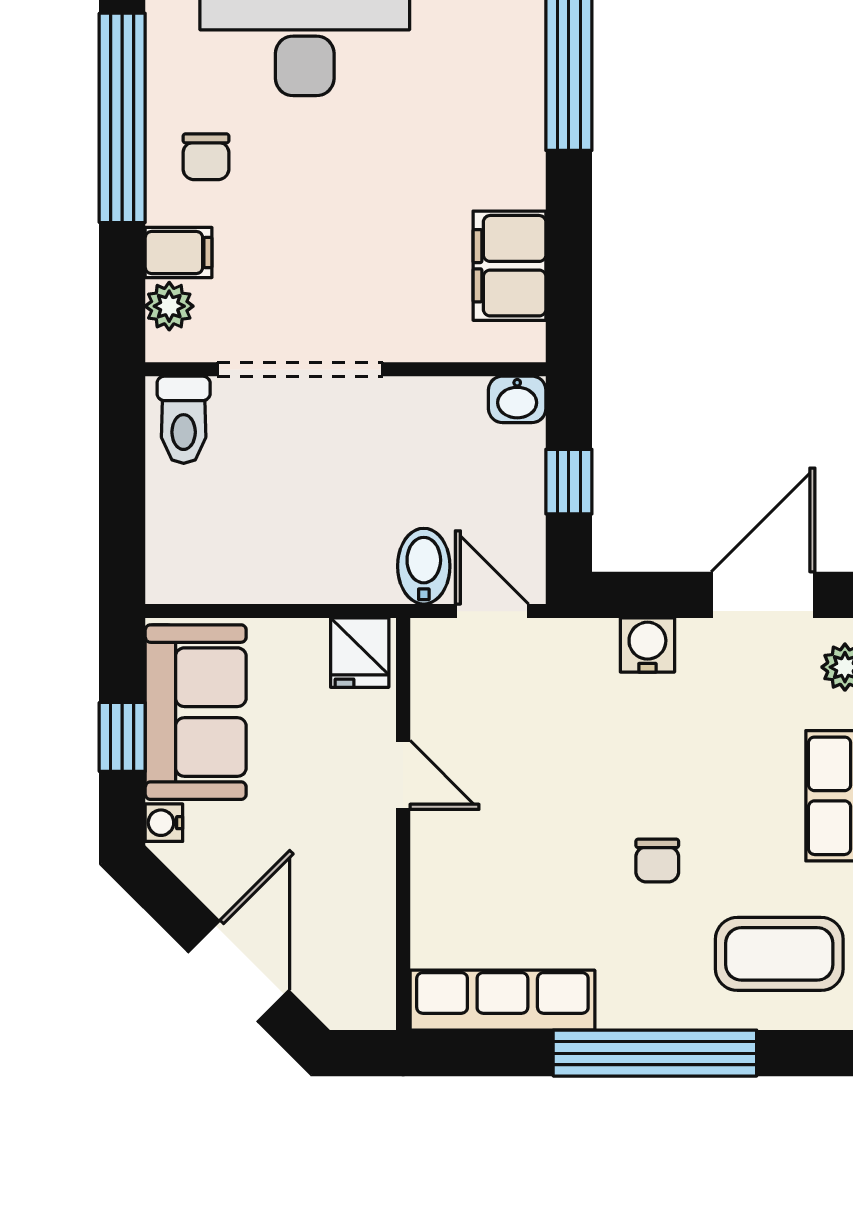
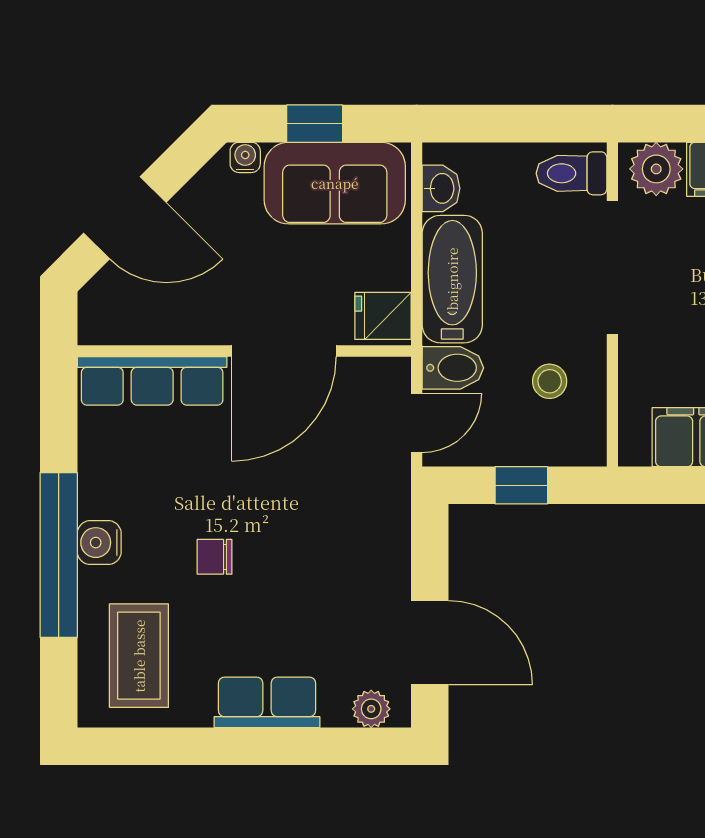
plant: (169, 306) -> (656, 169), width x1.38, depth x1.38
washbasin: (517, 399) -> (441, 188), moved, turned 180
stool: (440, 447) -> (550, 381), added
bathtub: (314, 567) -> (452, 279), added
water cooler: (647, 645) -> (99, 543), moved, turned 180
door: (403, 775) -> (284, 351), width x1.88
row of seats: (502, 1000) -> (152, 381), moved, turned 90

